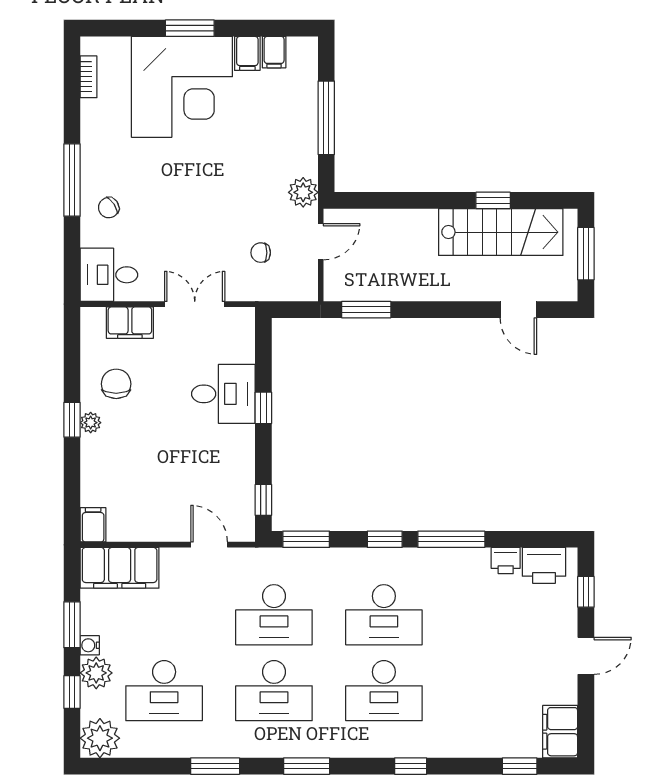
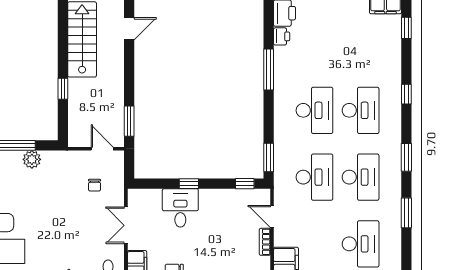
plant: (303, 192) -> (32, 159), moved
window: (493, 200) -> (63, 89), moved
door: (321, 242) -> (102, 149), moved
bookcase: (167, 533) -> (265, 242), added
window: (385, 539) -> (269, 110), removed
door: (209, 545) -> (272, 217), hinge flipped

